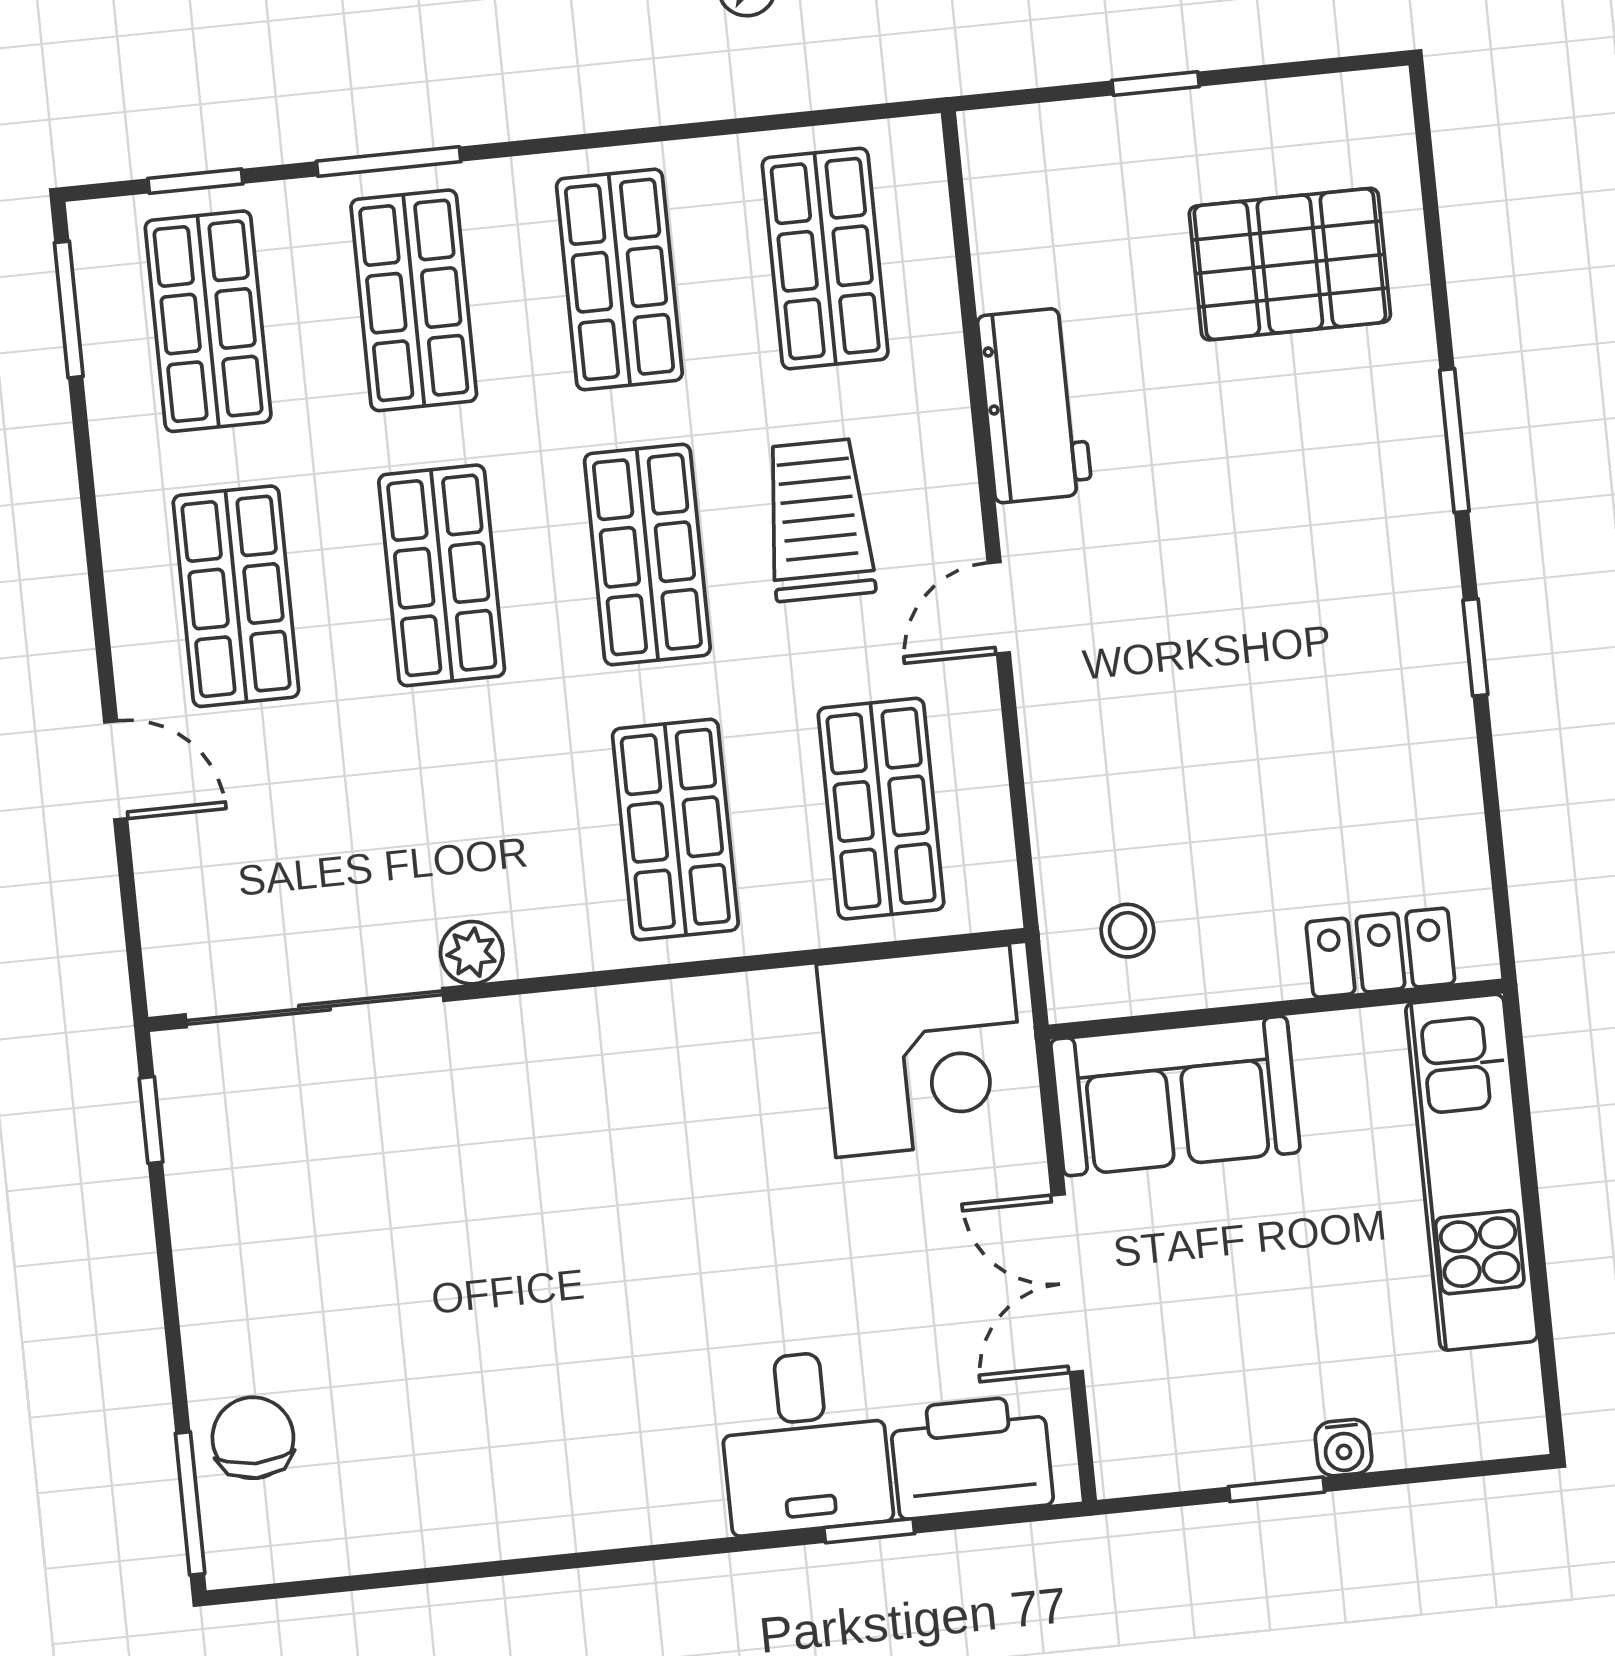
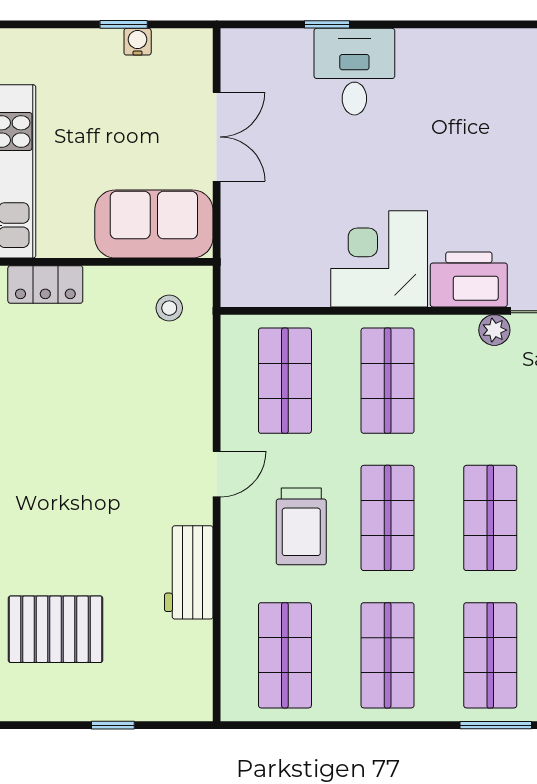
corner desk: (923, 1051) -> (379, 259), moved
water cooler: (1344, 1448) -> (138, 42), moved
printer: (971, 1457) -> (469, 279), moved, turned 180

